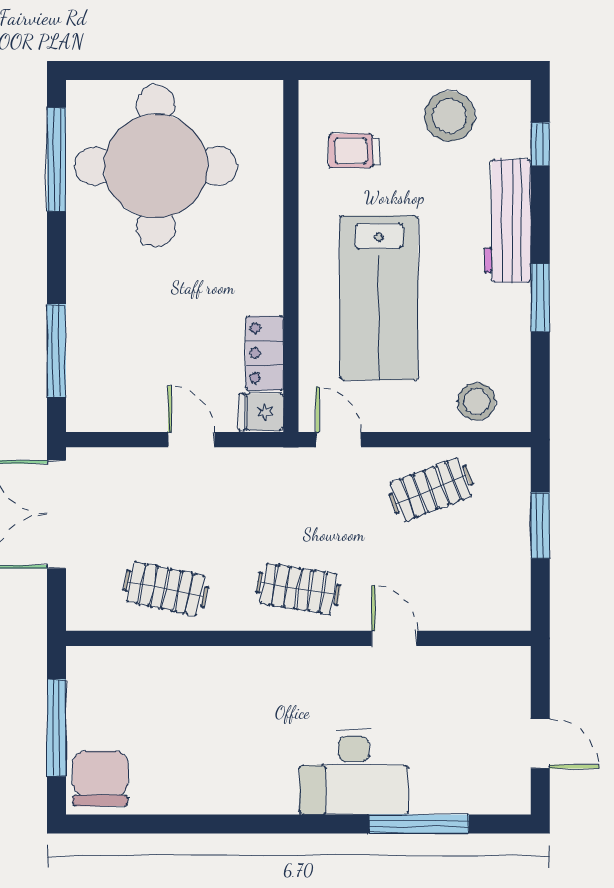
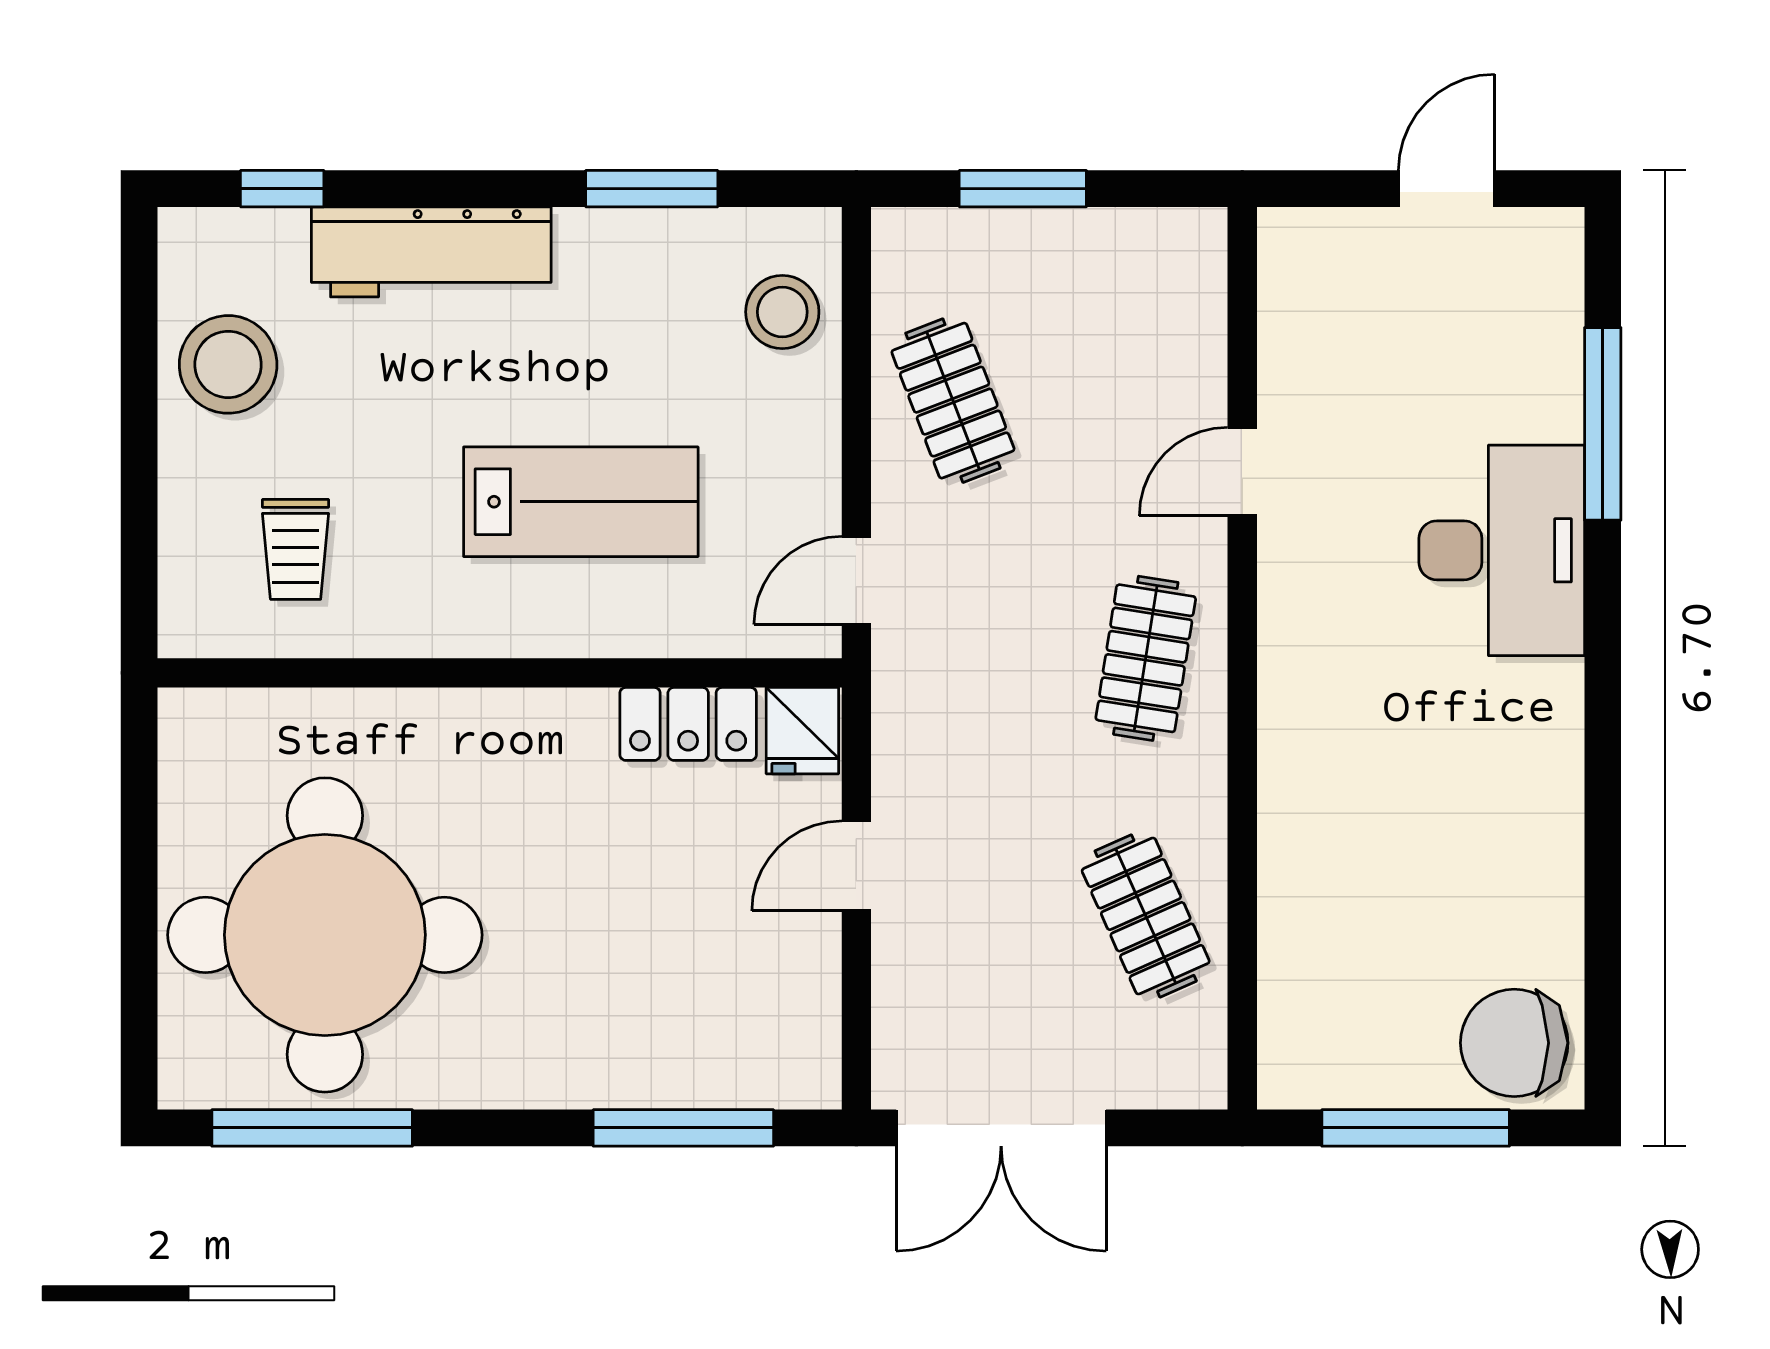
lab bench: (379, 298) -> (581, 502), width x0.73, depth x0.72
window: (540, 298) -> (652, 189), moved
clothes rail: (166, 589) -> (1146, 916), turned -36

